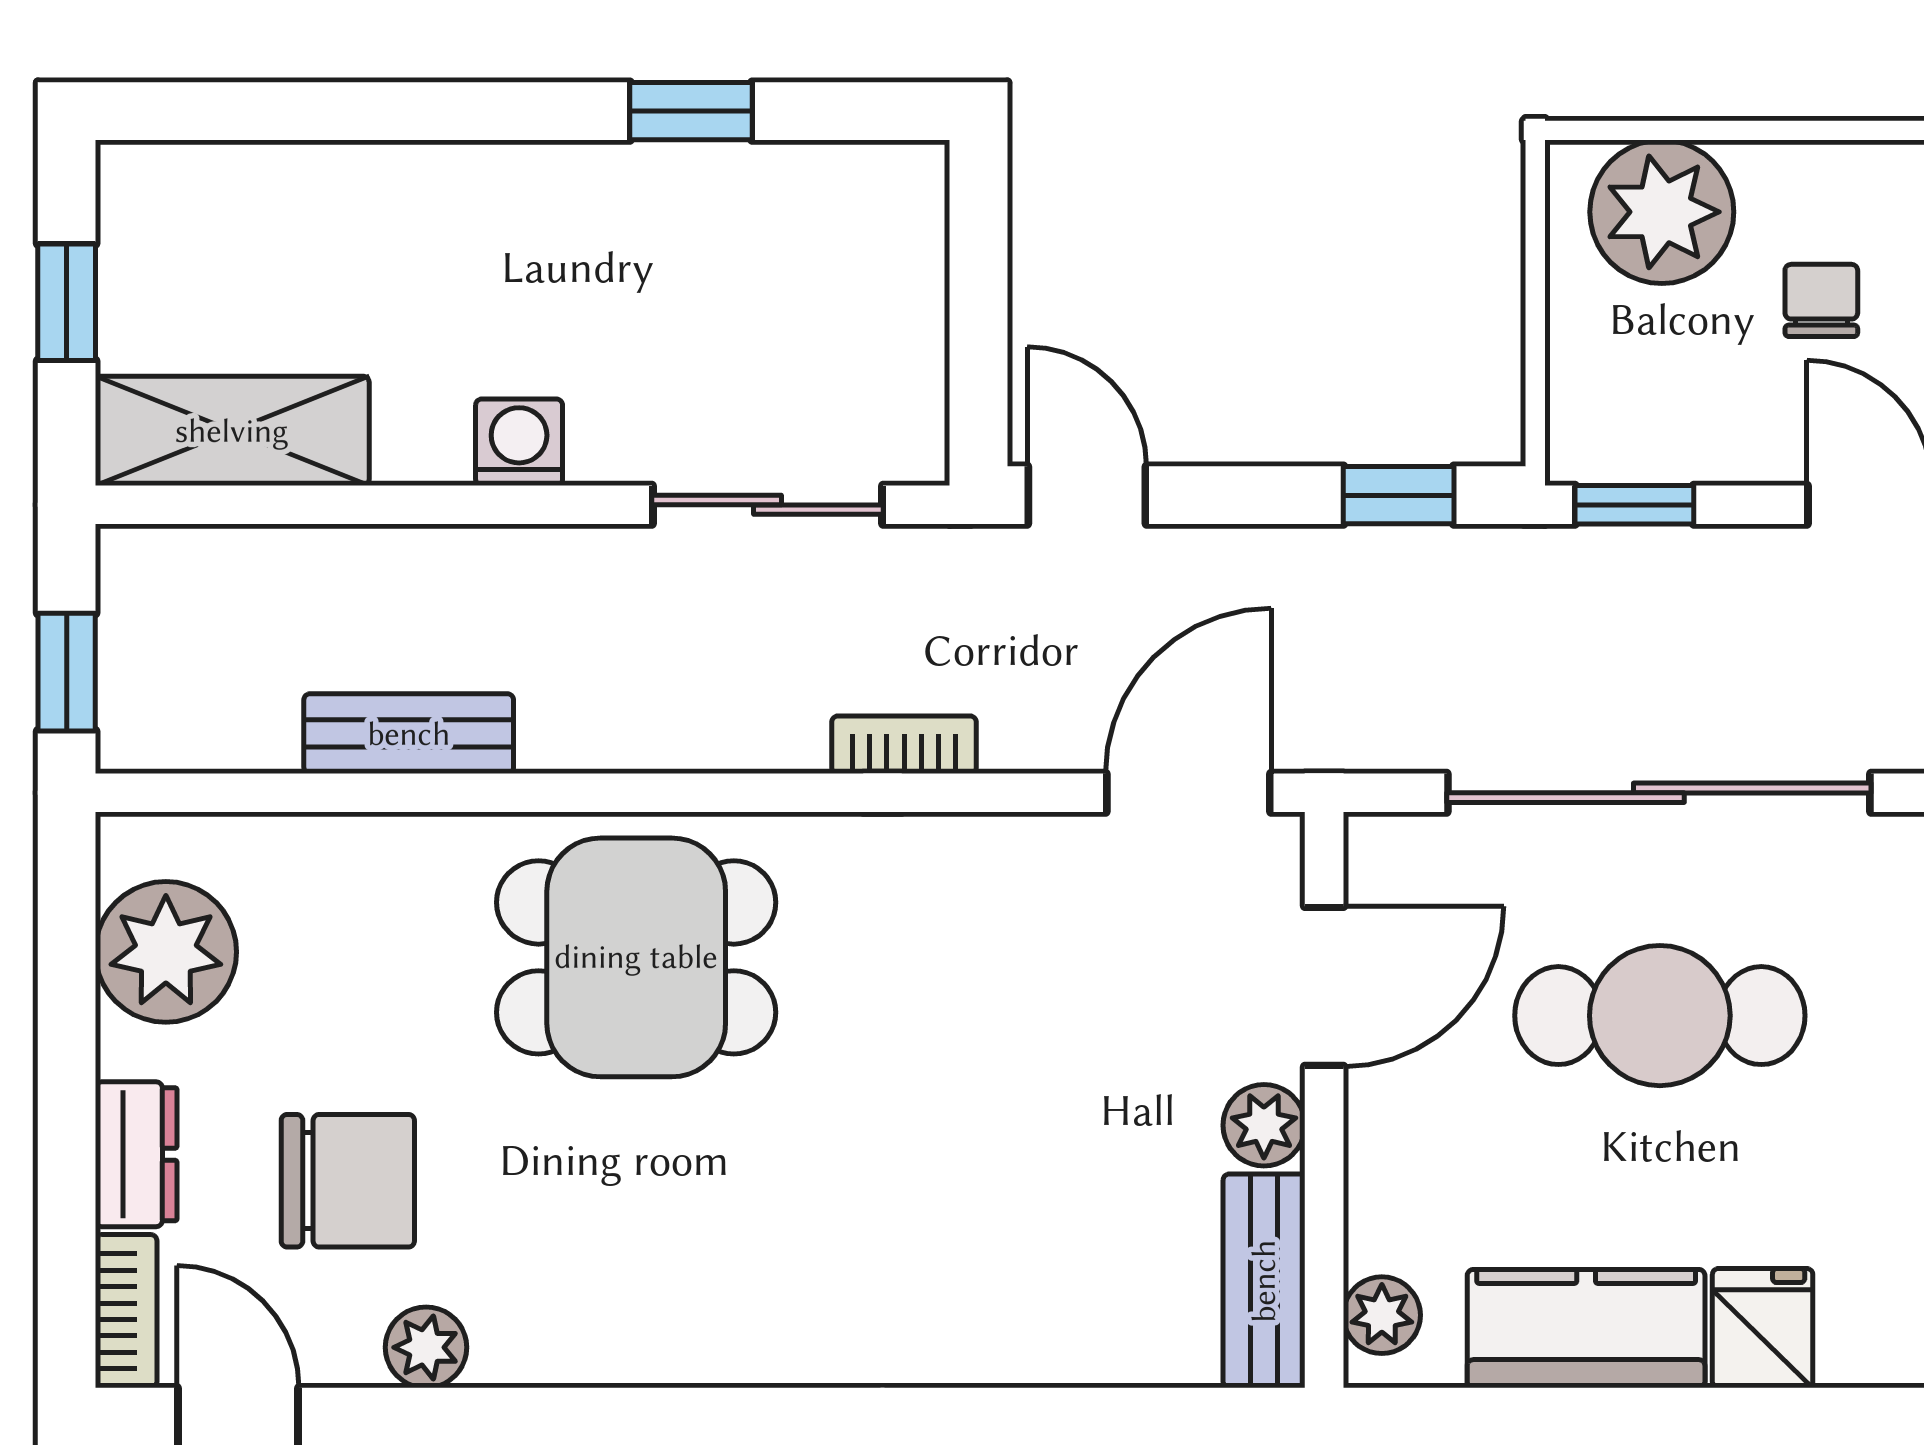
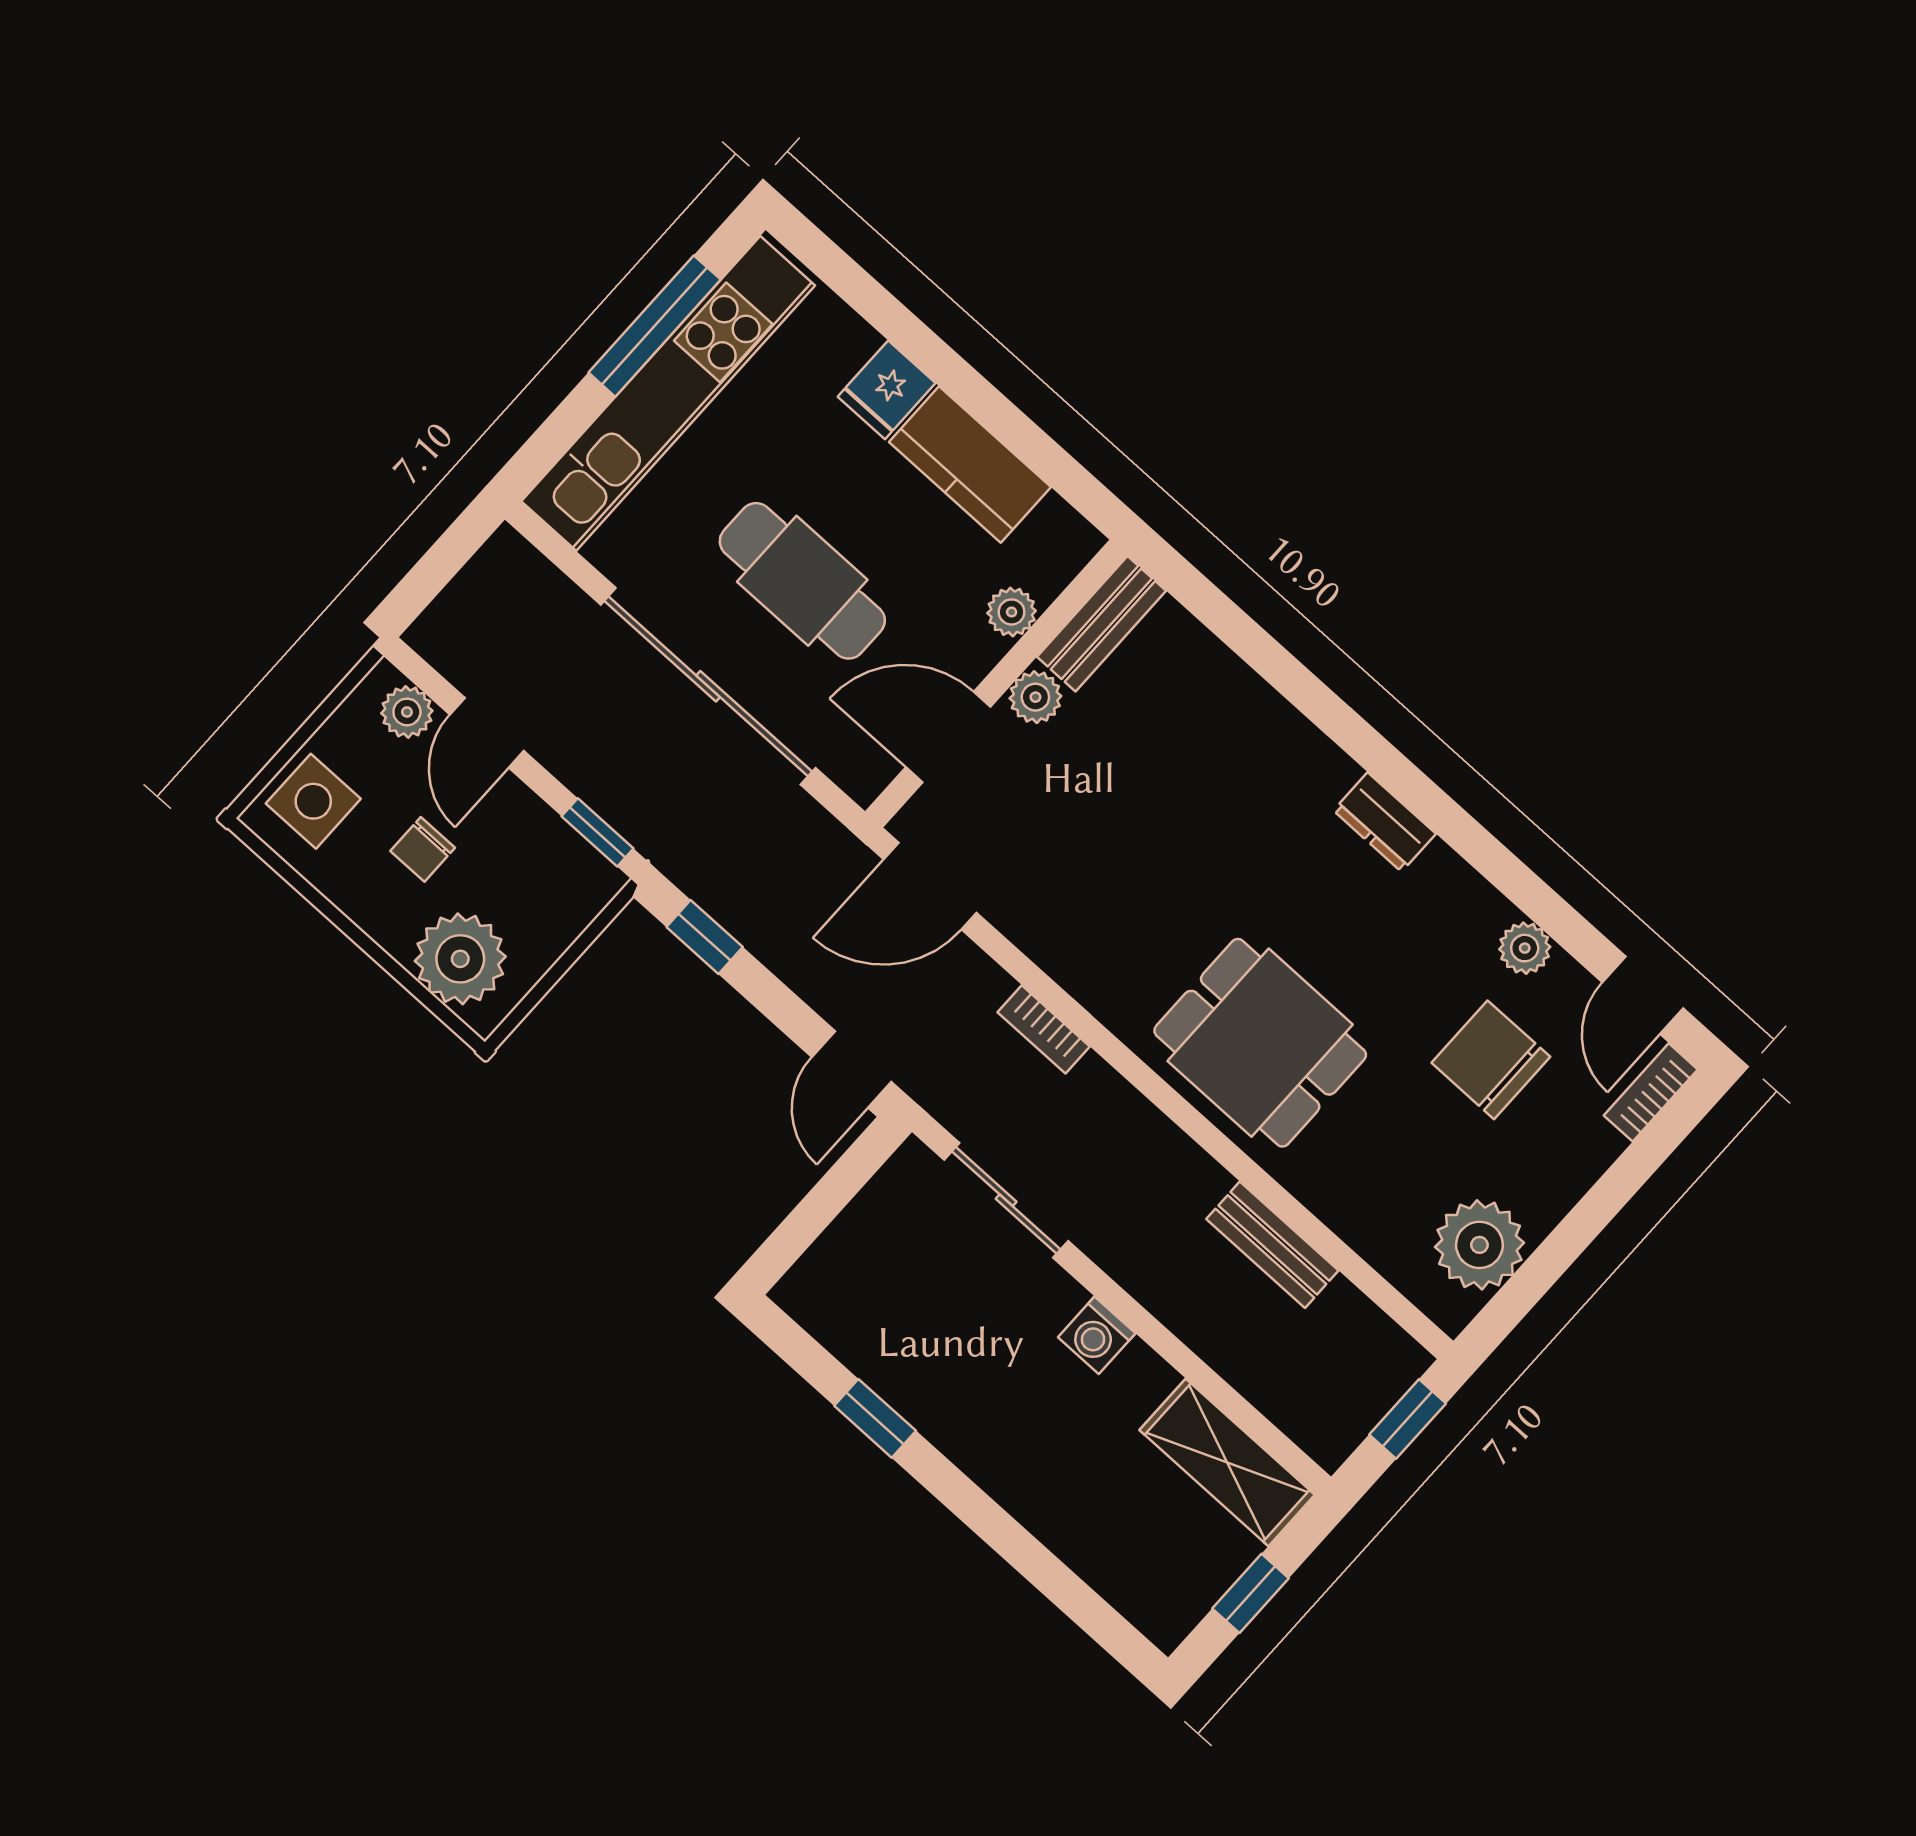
dresser: (136, 1154) -> (1385, 822), moved, turned -90
plant: (1382, 1315) -> (1012, 612), moved

